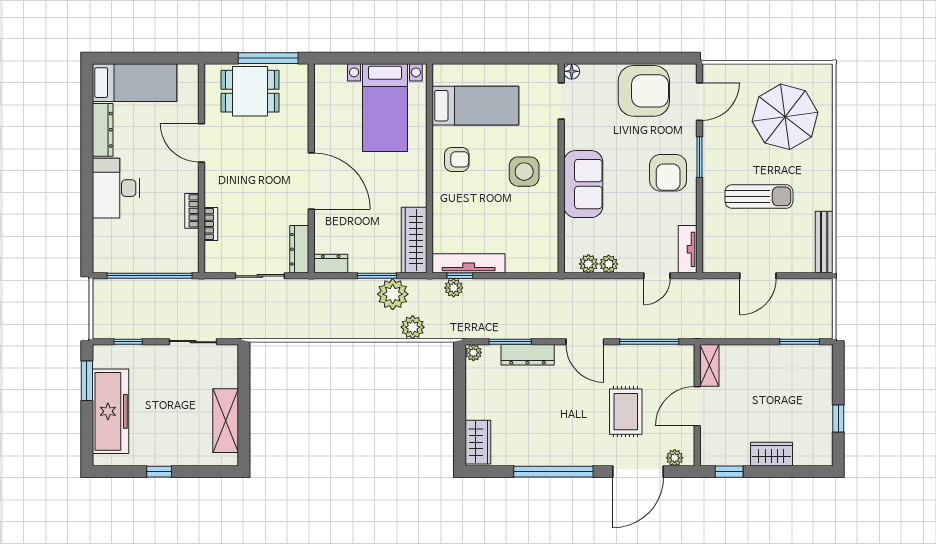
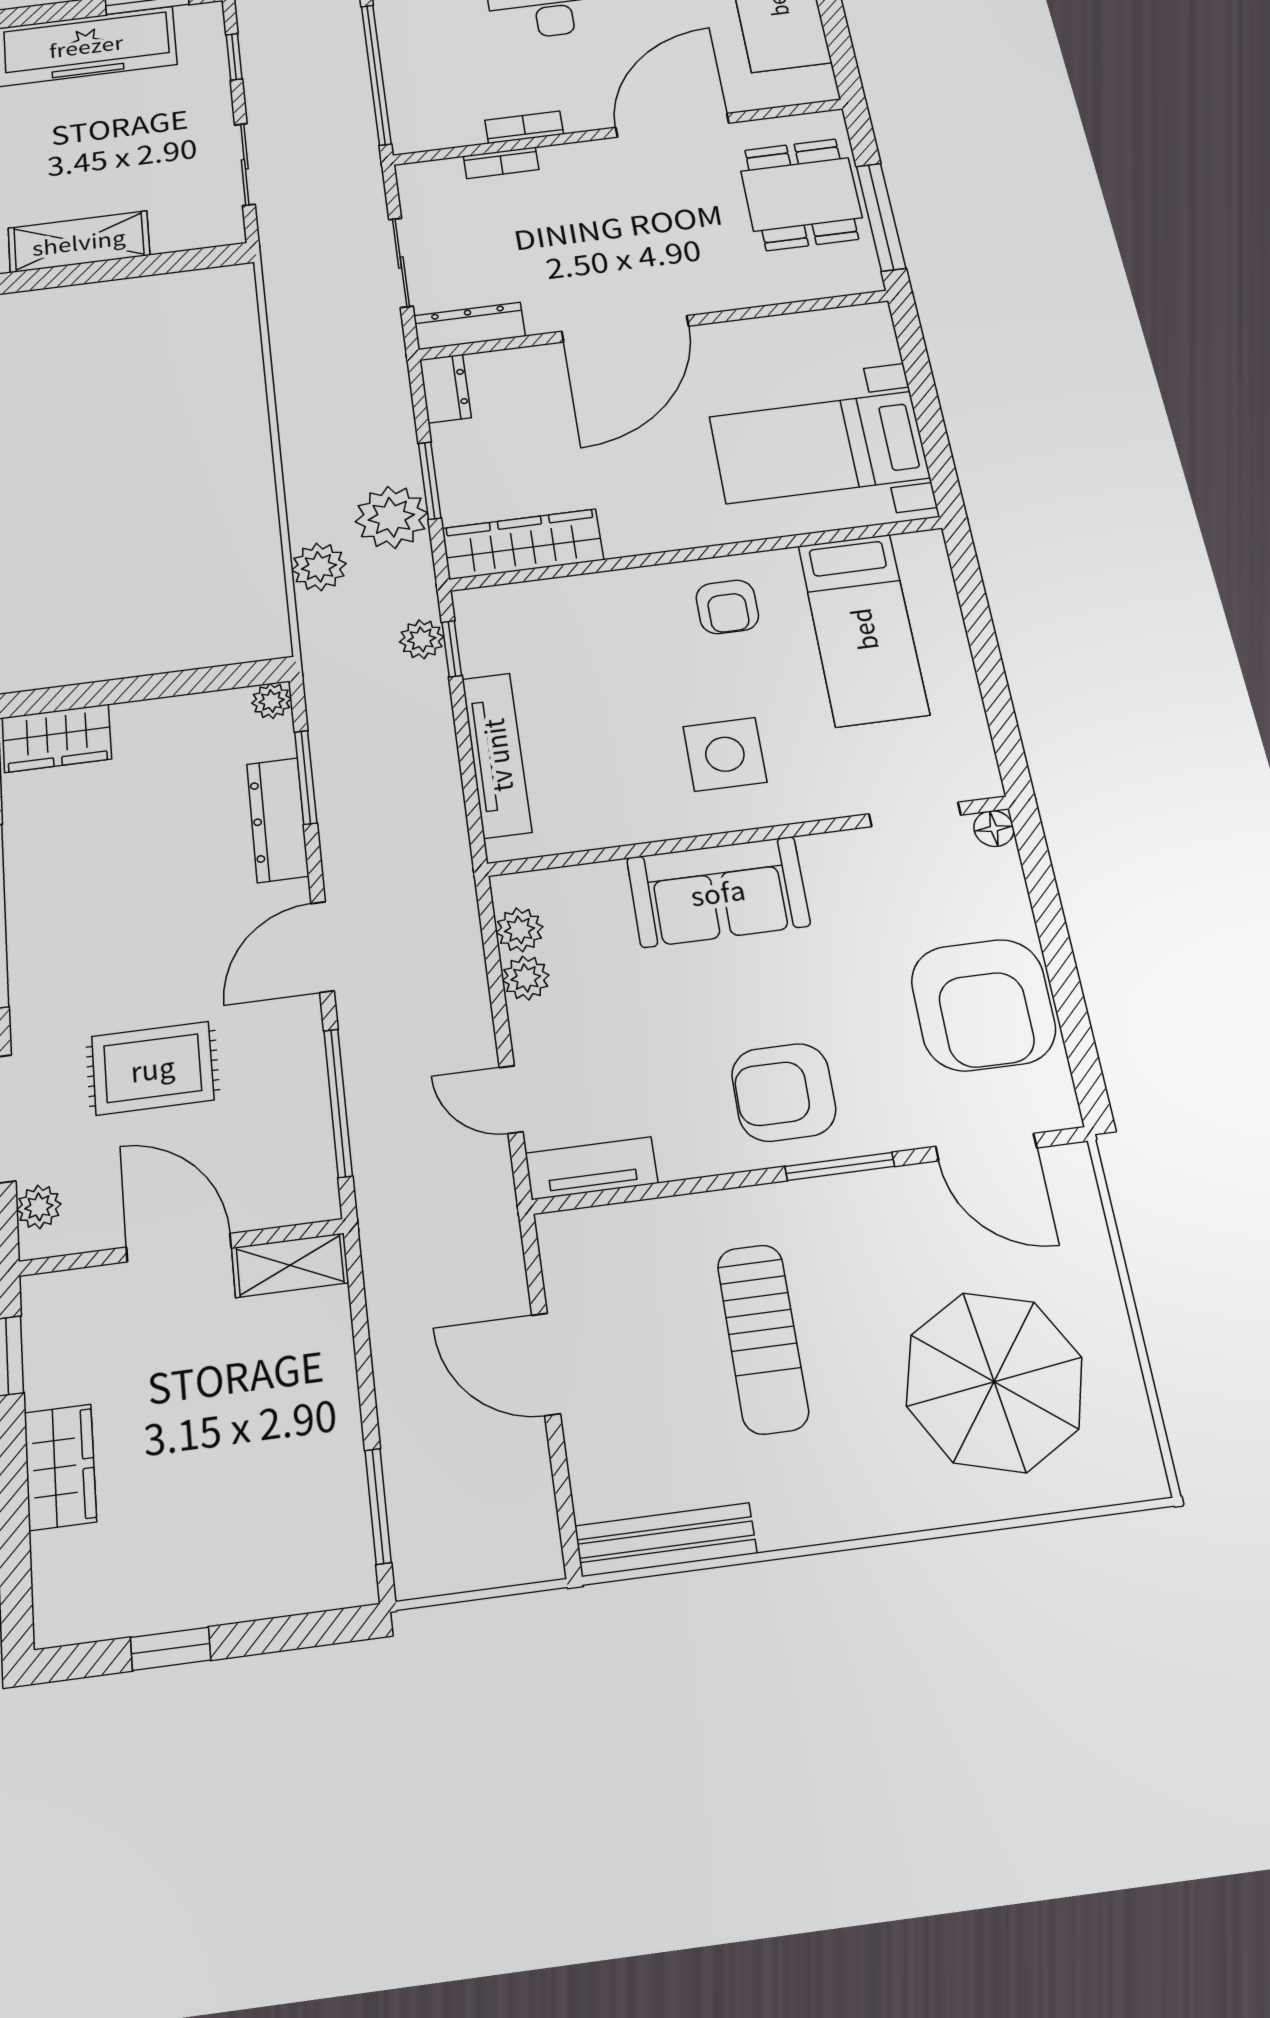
door: (201, 143) -> (672, 125), width x1.36
tv unit: (469, 263) -> (497, 755), moved

